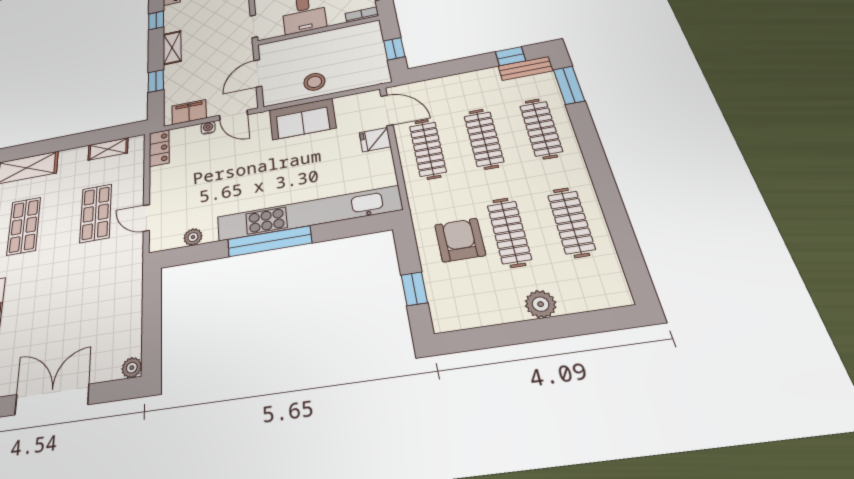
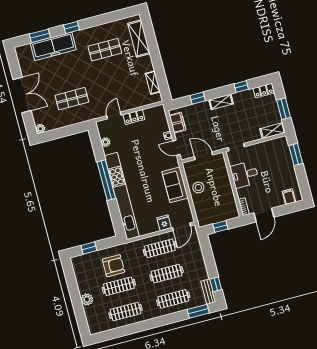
door: (233, 115) -> (176, 148), hinge flipped
locker: (159, 148) -> (134, 117), moved
shop shelf: (96, 213) -> (72, 99), moved

